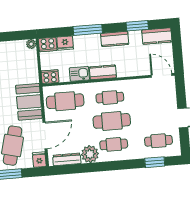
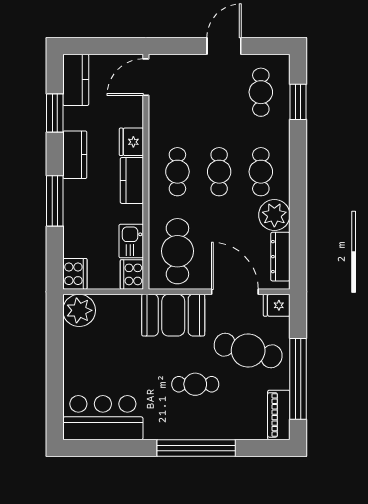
fridge: (65, 43) -> (131, 142), moved, turned 180
plant: (31, 44) -> (79, 310), width x1.87, depth x1.87
kitchen sink: (79, 74) -> (131, 241), moved
cafe table: (112, 121) -> (219, 172), width x0.73, depth x0.74

